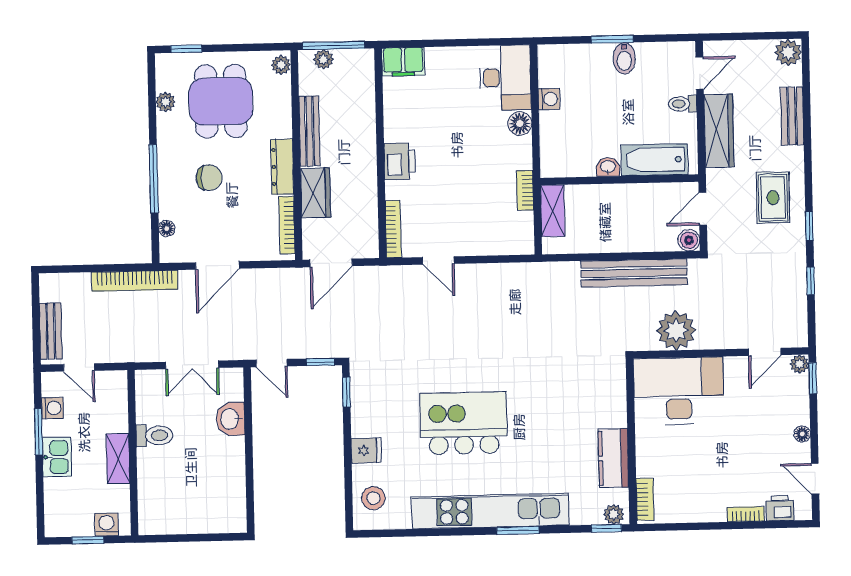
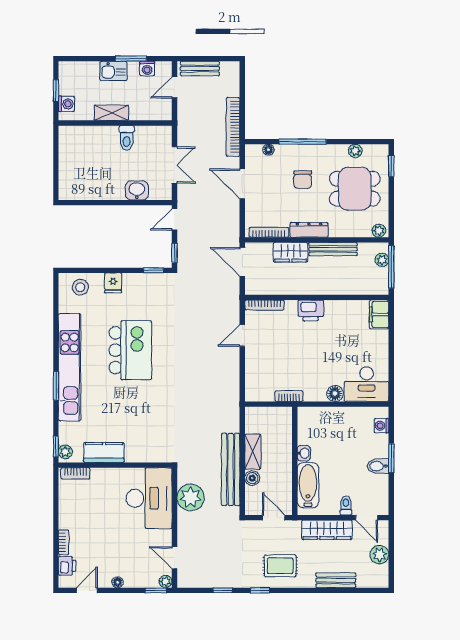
plant: (788, 52) -> (379, 555), moved
washing machine: (549, 99) -> (382, 426), moved, turned 90
shelving: (553, 211) -> (253, 452), moved, turned 90
boiler: (689, 240) -> (252, 478), moved
double door: (192, 365) -> (174, 165), swing flipped

